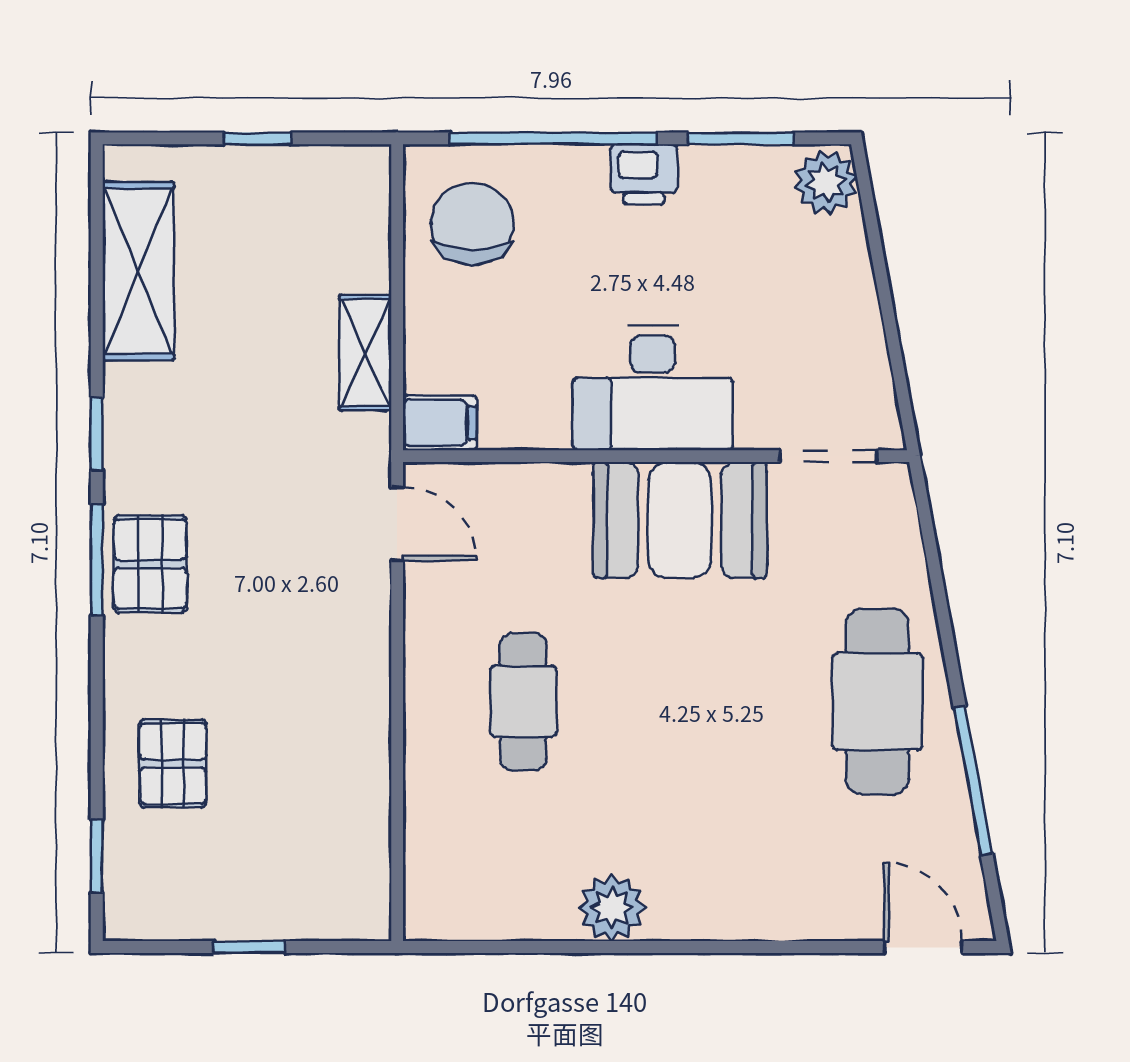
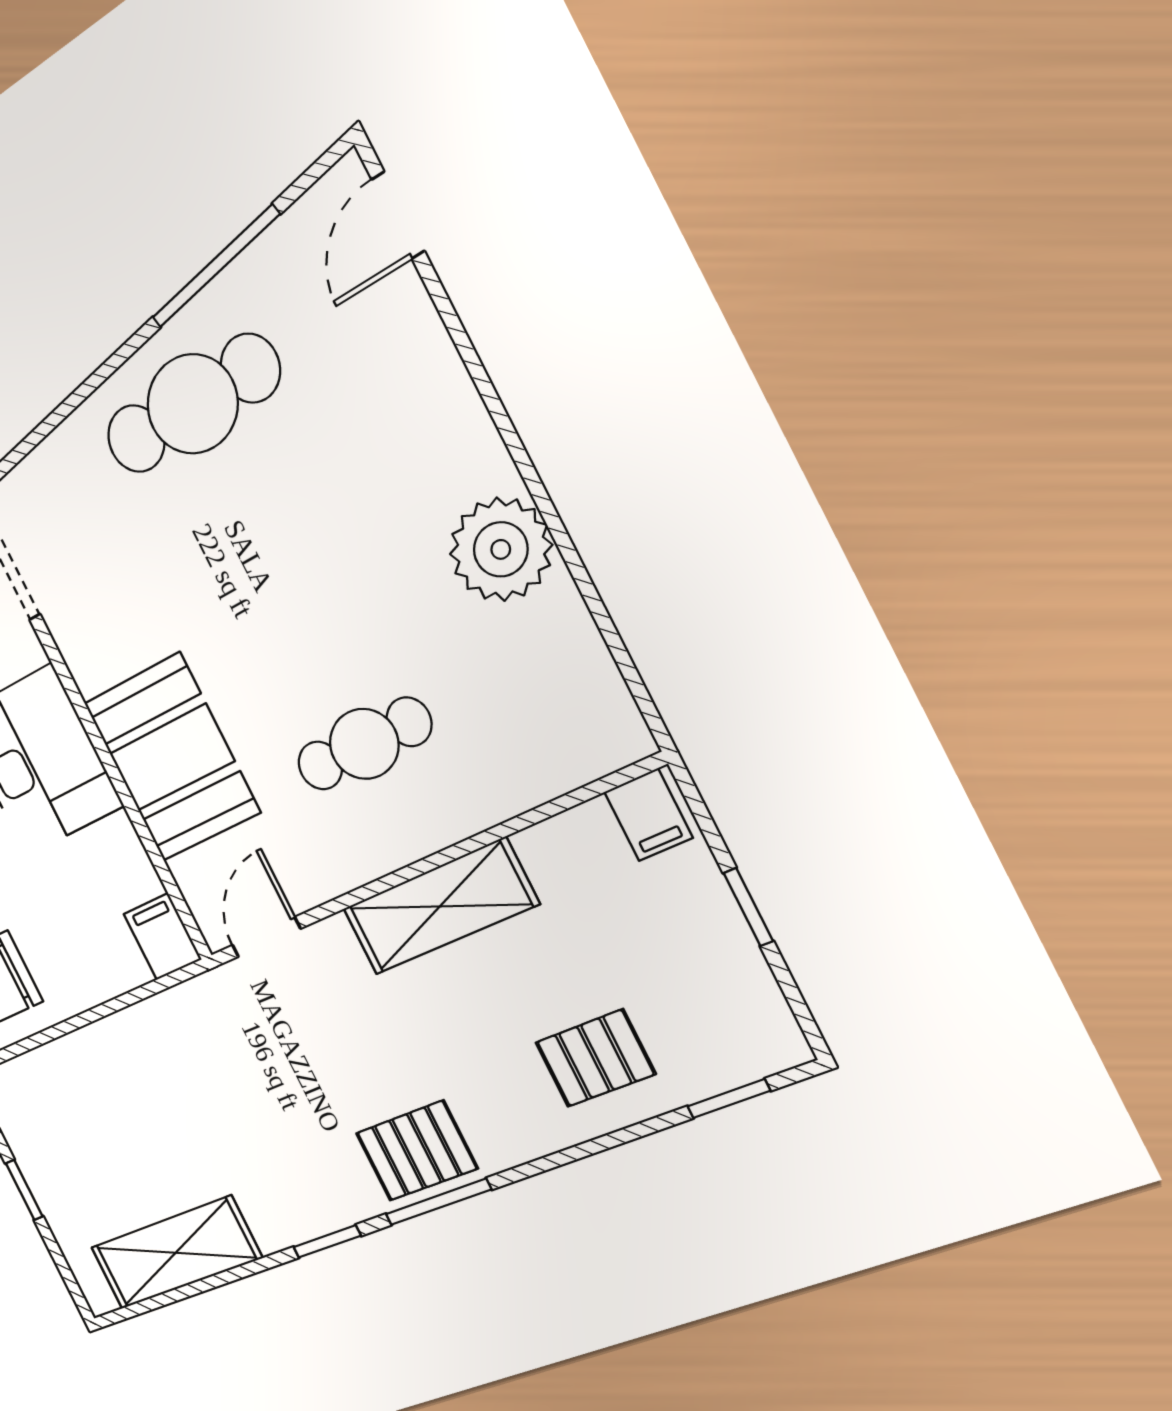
shelving: (365, 353) -> (440, 907), moved, width x1.50, depth x1.33
booth: (680, 520) -> (172, 757), moved
filing cabinet: (357, 906) -> (648, 815), added
plant: (612, 908) -> (501, 549), width x1.36, depth x1.36

